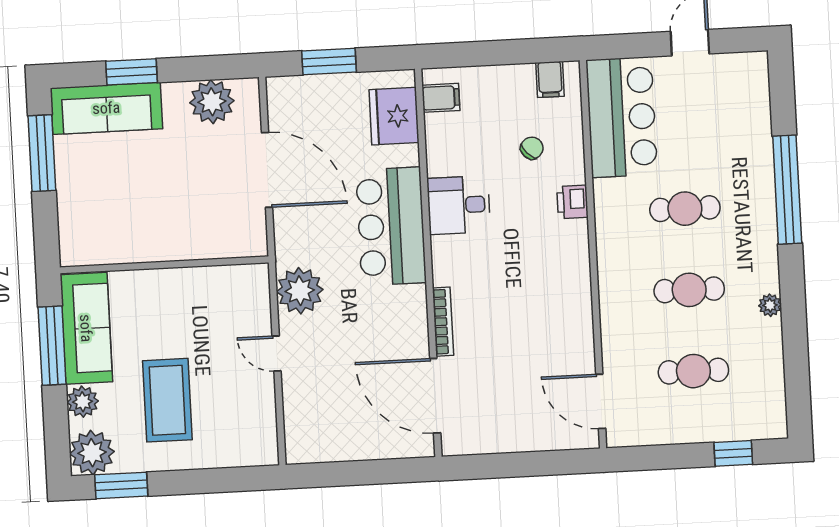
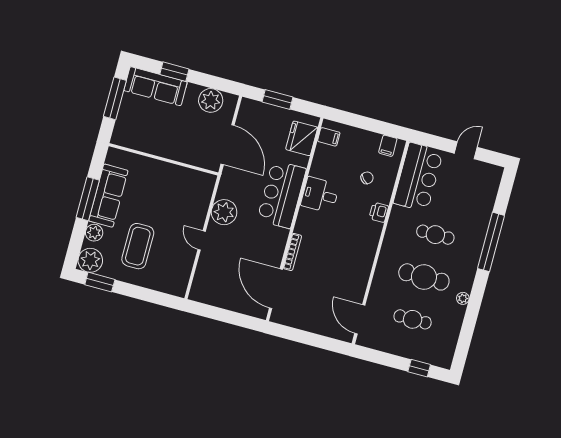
wall: (164, 265) -> (163, 159), moved
cafe table: (689, 290) -> (424, 277), width x1.37, depth x1.35

